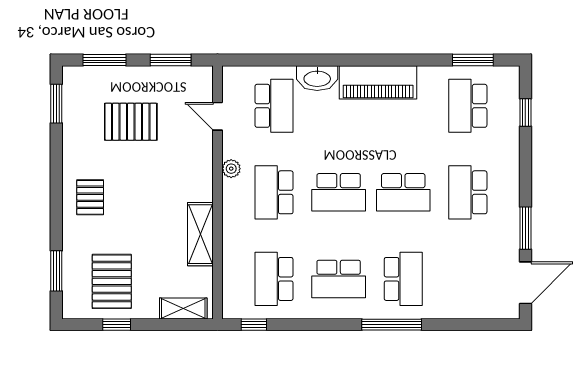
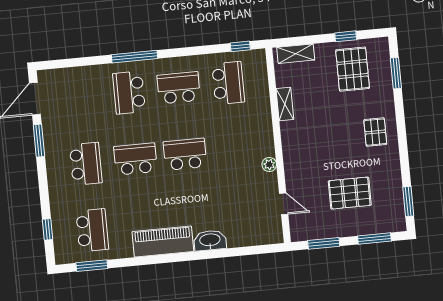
school desk: (274, 106) -> (241, 216), removed
school desk: (274, 192) -> (235, 149), removed
shelving: (200, 234) -> (285, 104), width x0.67, depth x0.75

